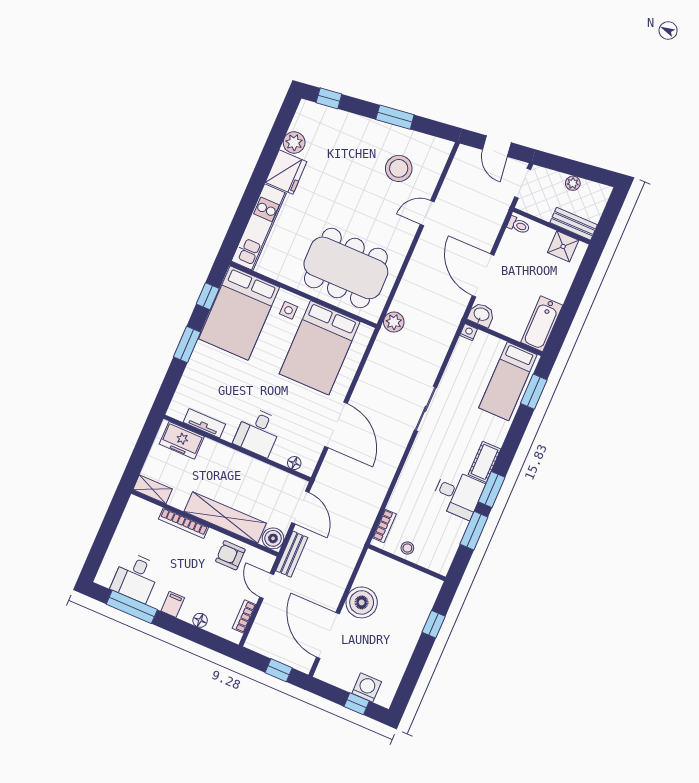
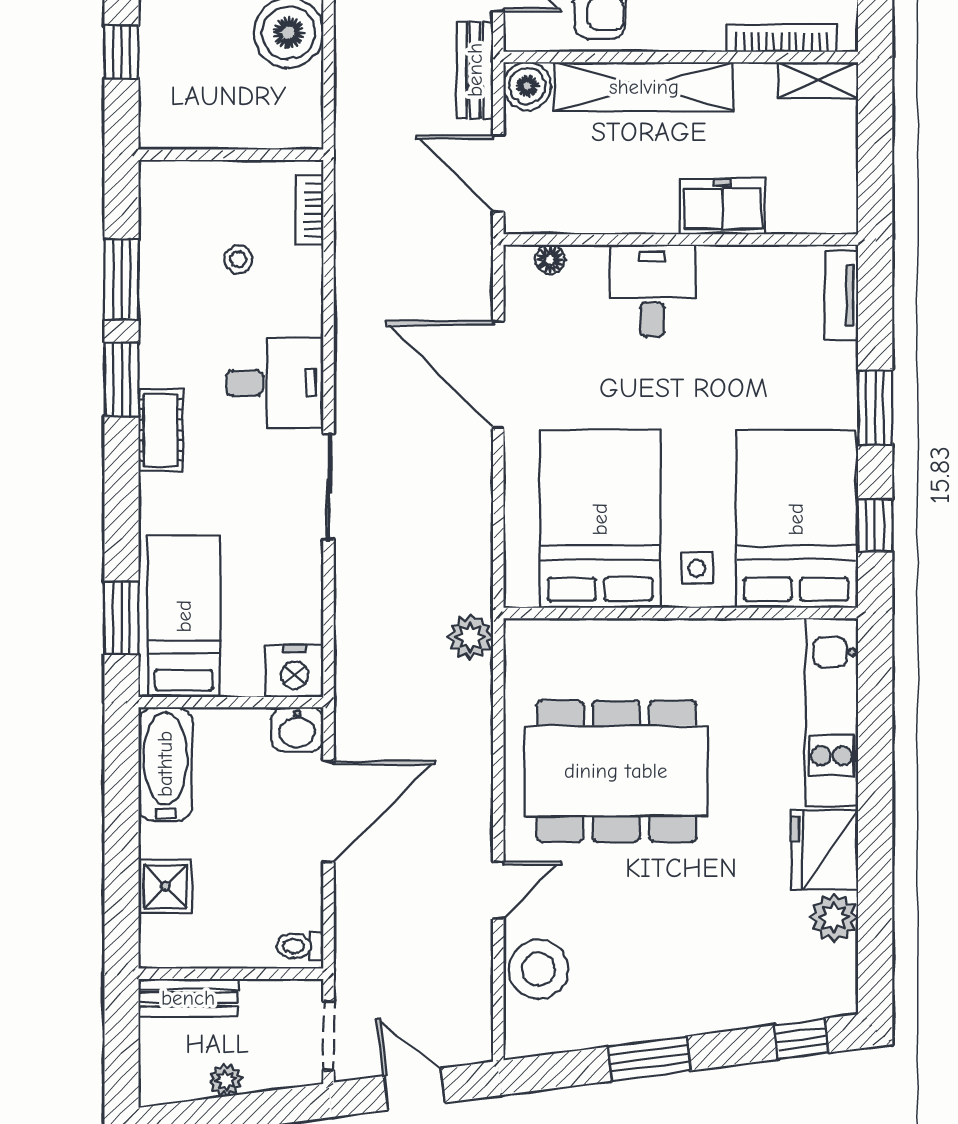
stool: (399, 168) -> (539, 969), moved
shower: (563, 246) -> (165, 886), moved
dining table: (346, 268) -> (616, 771), moved
door: (483, 275) -> (329, 812), hinge flipped
nightstand: (469, 332) -> (294, 671), width x1.89, depth x1.79
tv unit: (204, 423) -> (841, 295), moved, turned 90
freezer: (182, 440) -> (723, 207), moved
desk: (458, 494) -> (275, 383), moved, turned 180
bookcase: (183, 523) -> (781, 38), moved
stool: (407, 548) -> (238, 259), moved

